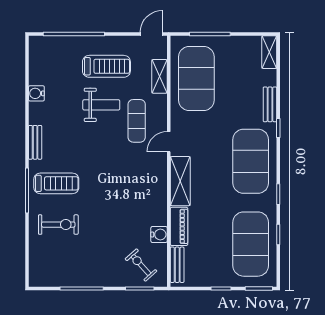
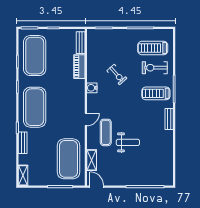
door: (151, 34) -> (97, 187), swing flipped
treadmill: (106, 66) -> (153, 48), moved
water cooler: (36, 93) -> (168, 150), removed
weight bench: (101, 105) -> (128, 142), turned 180
shelving: (180, 181) -> (79, 95), removed
water cooler: (159, 234) -> (92, 88), moved
exercise bike: (141, 265) -> (117, 75), moved

